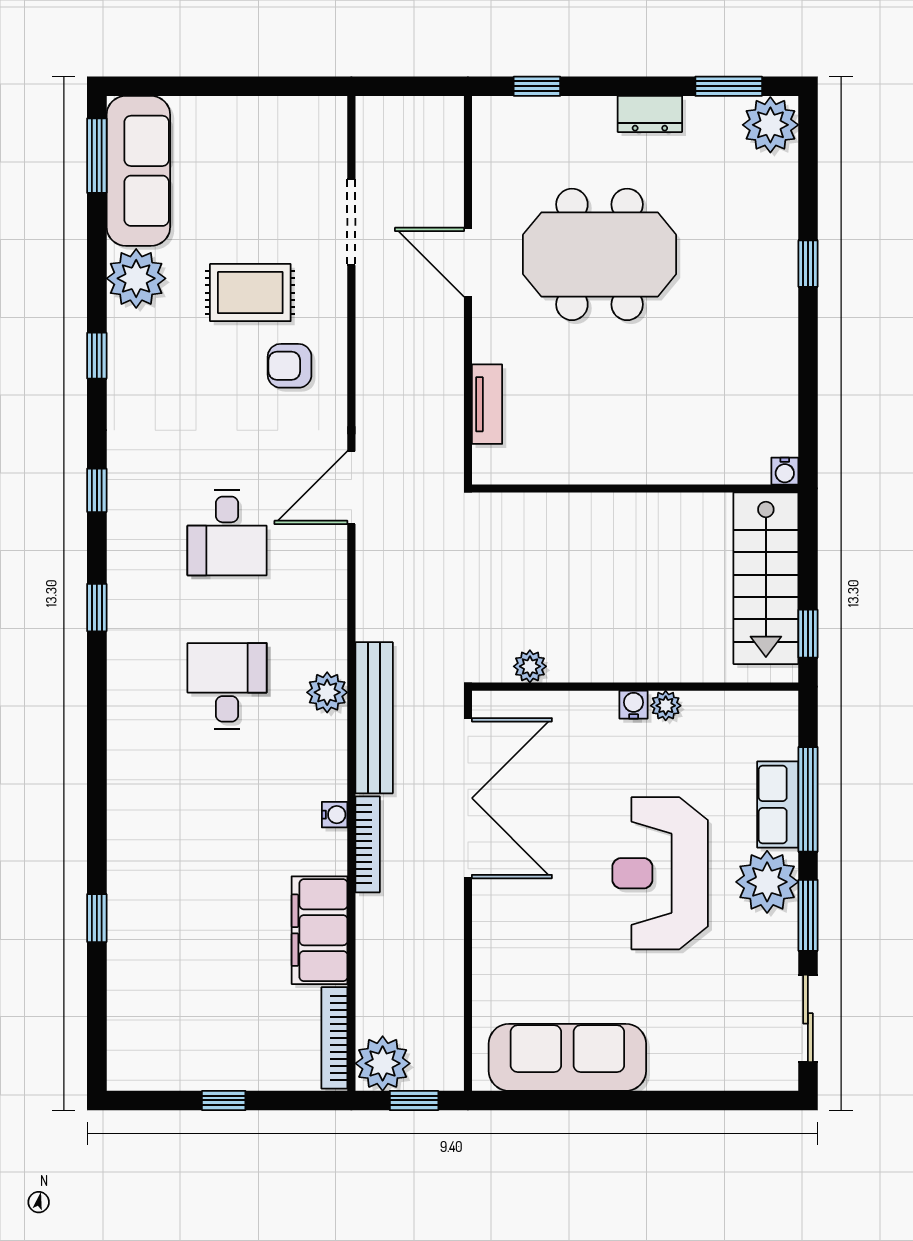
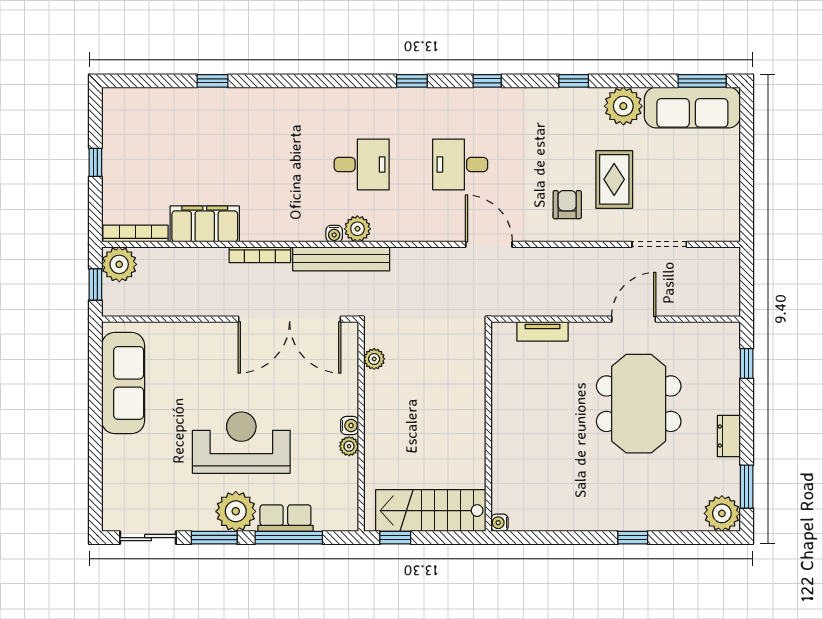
water cooler: (335, 815) -> (334, 234), moved

